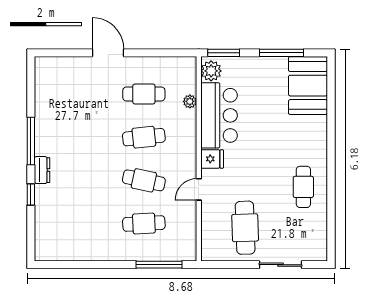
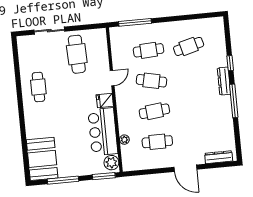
dresser: (60, 64) -> (219, 157), added
dresser: (42, 170) -> (224, 81), width x1.44
cafe table: (87, 224) -> (189, 46), added

